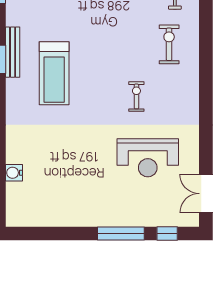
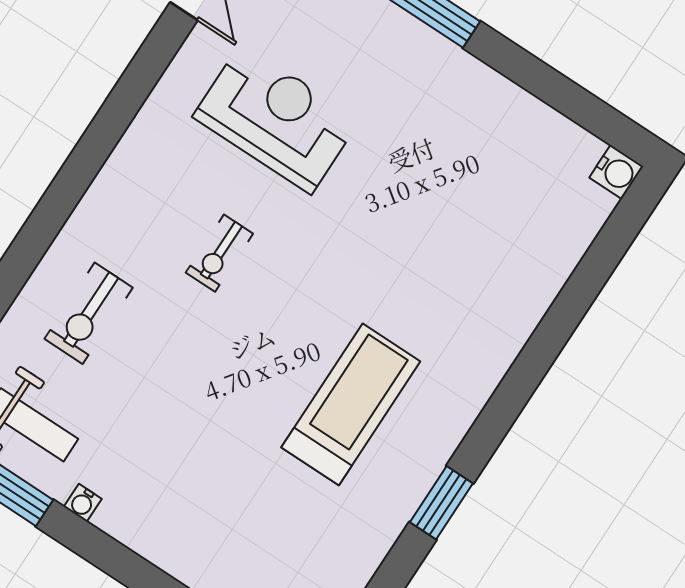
bench: (13, 52) -> (405, 499), removed
water cooler: (14, 173) -> (616, 172), moved

